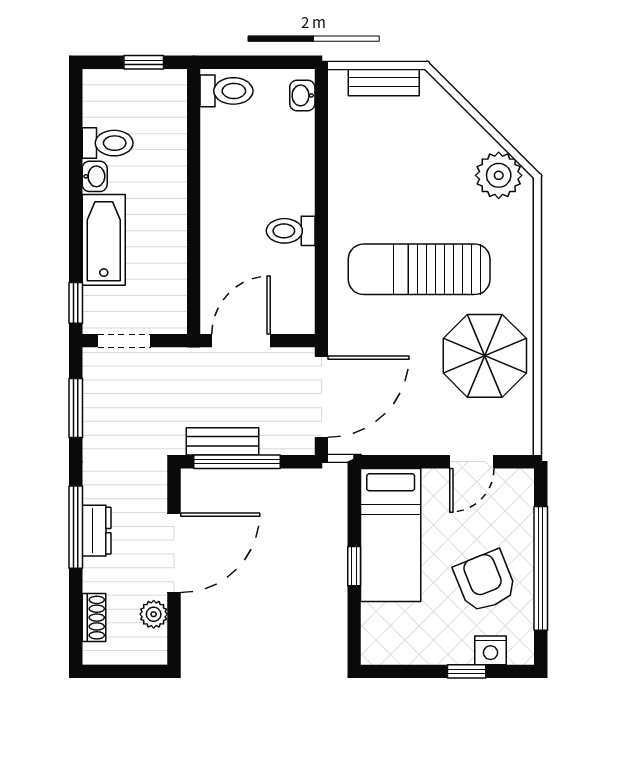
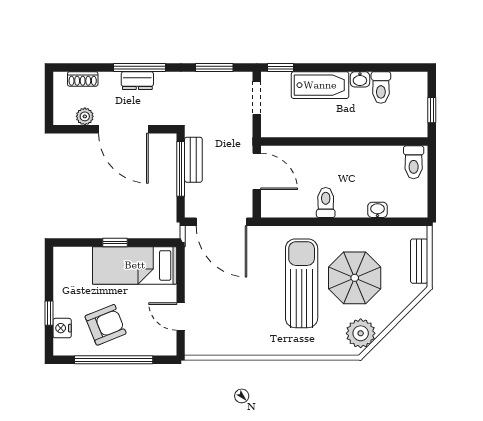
washbasin: (302, 95) -> (377, 210), moved
parasol: (485, 356) -> (355, 278), moved

